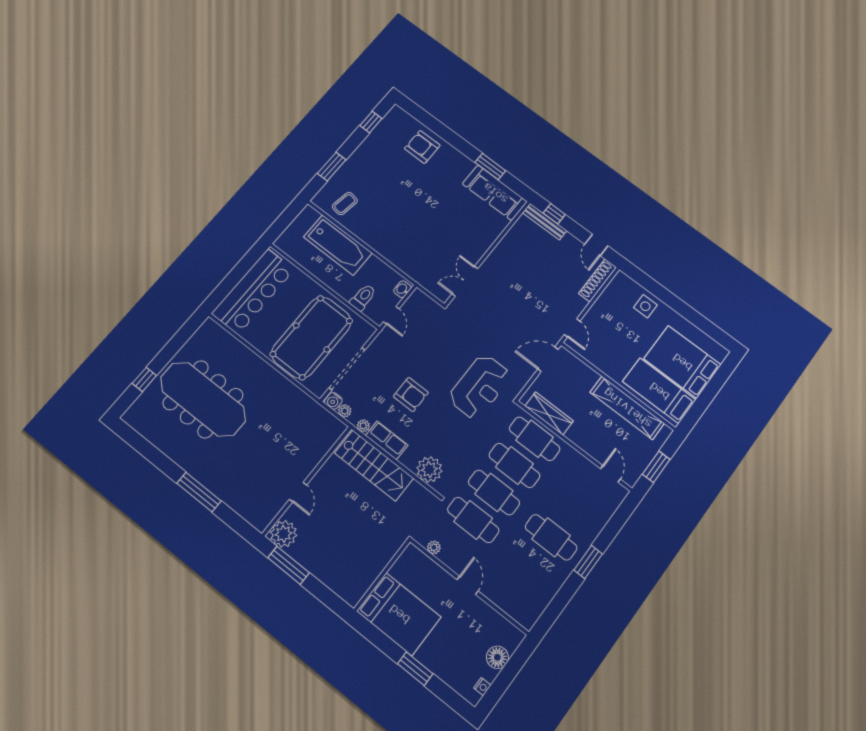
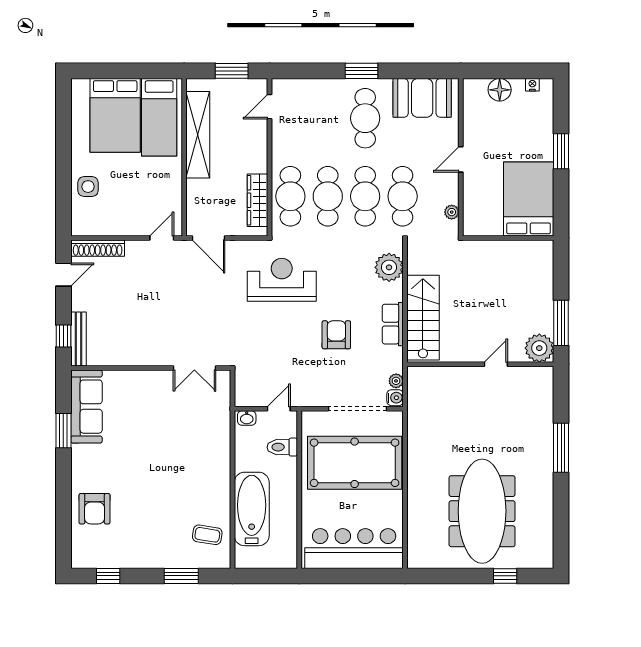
plant: (363, 426) -> (396, 354), removed
booth: (535, 592) -> (422, 98), added

